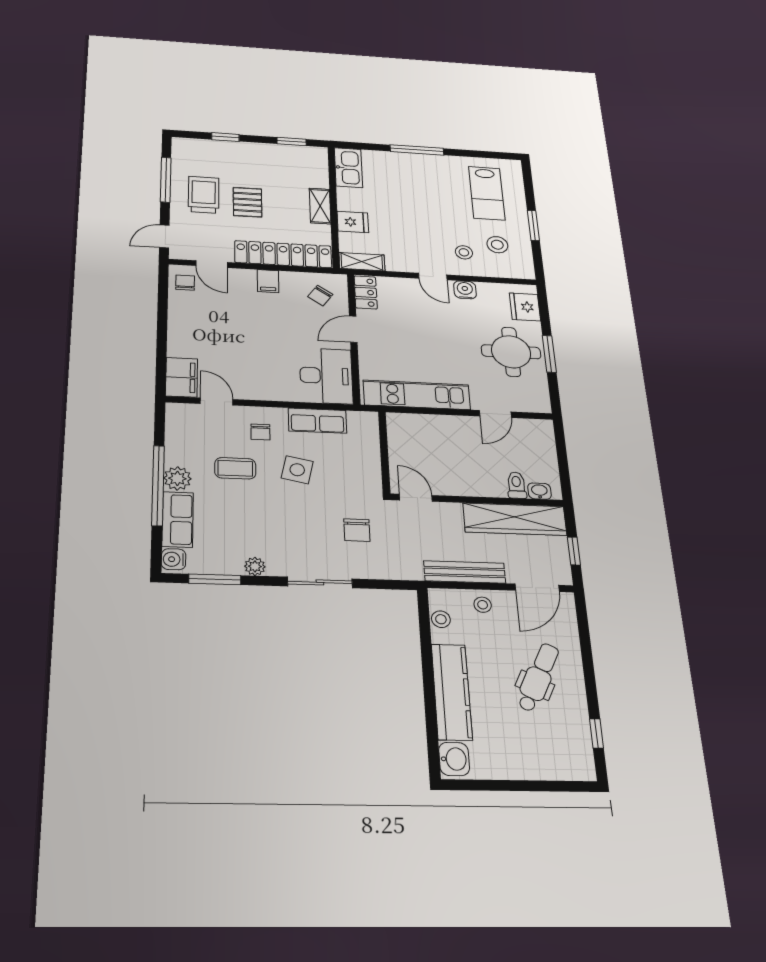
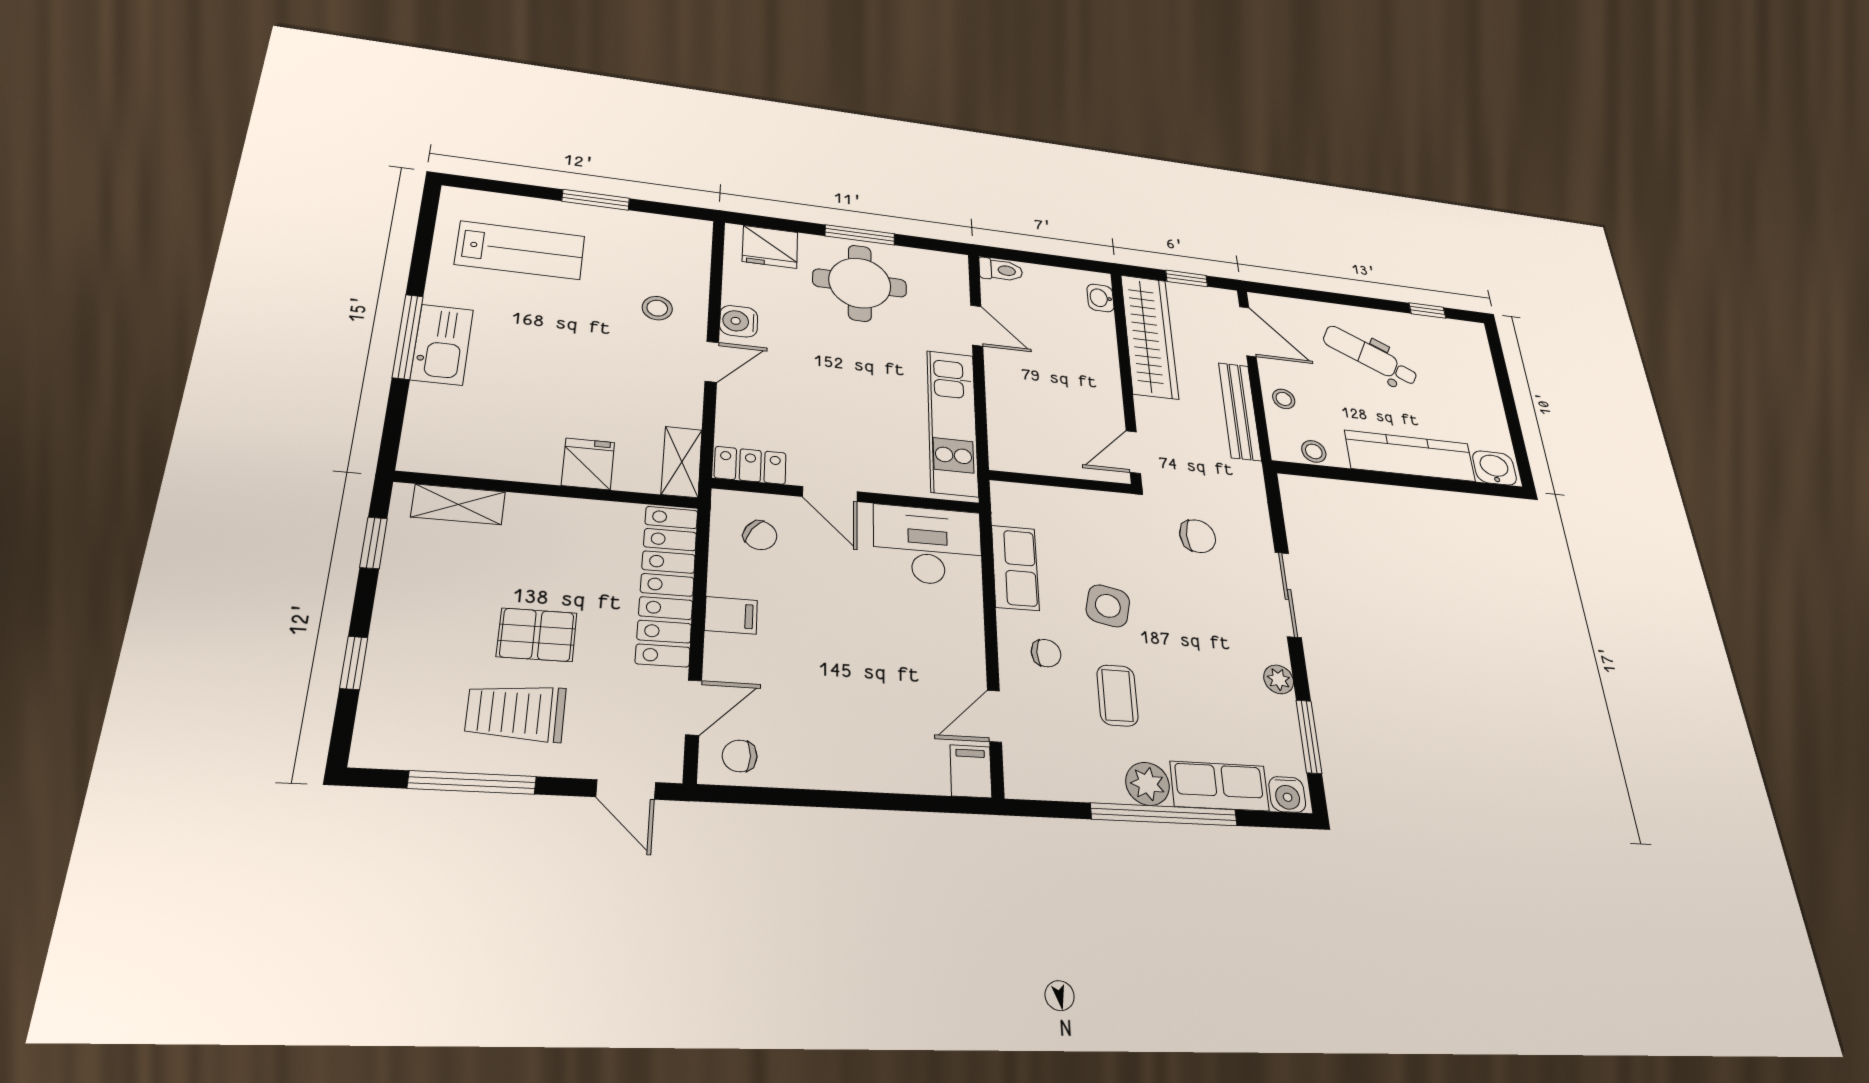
kitchen sink: (348, 168) -> (442, 345), moved, turned 90
shelving: (320, 206) -> (458, 504), moved
stool: (497, 245) -> (639, 258), removed
filing cabinet: (182, 377) -> (971, 771), width x0.50
toilet: (517, 485) -> (1001, 270), moved, turned 180

